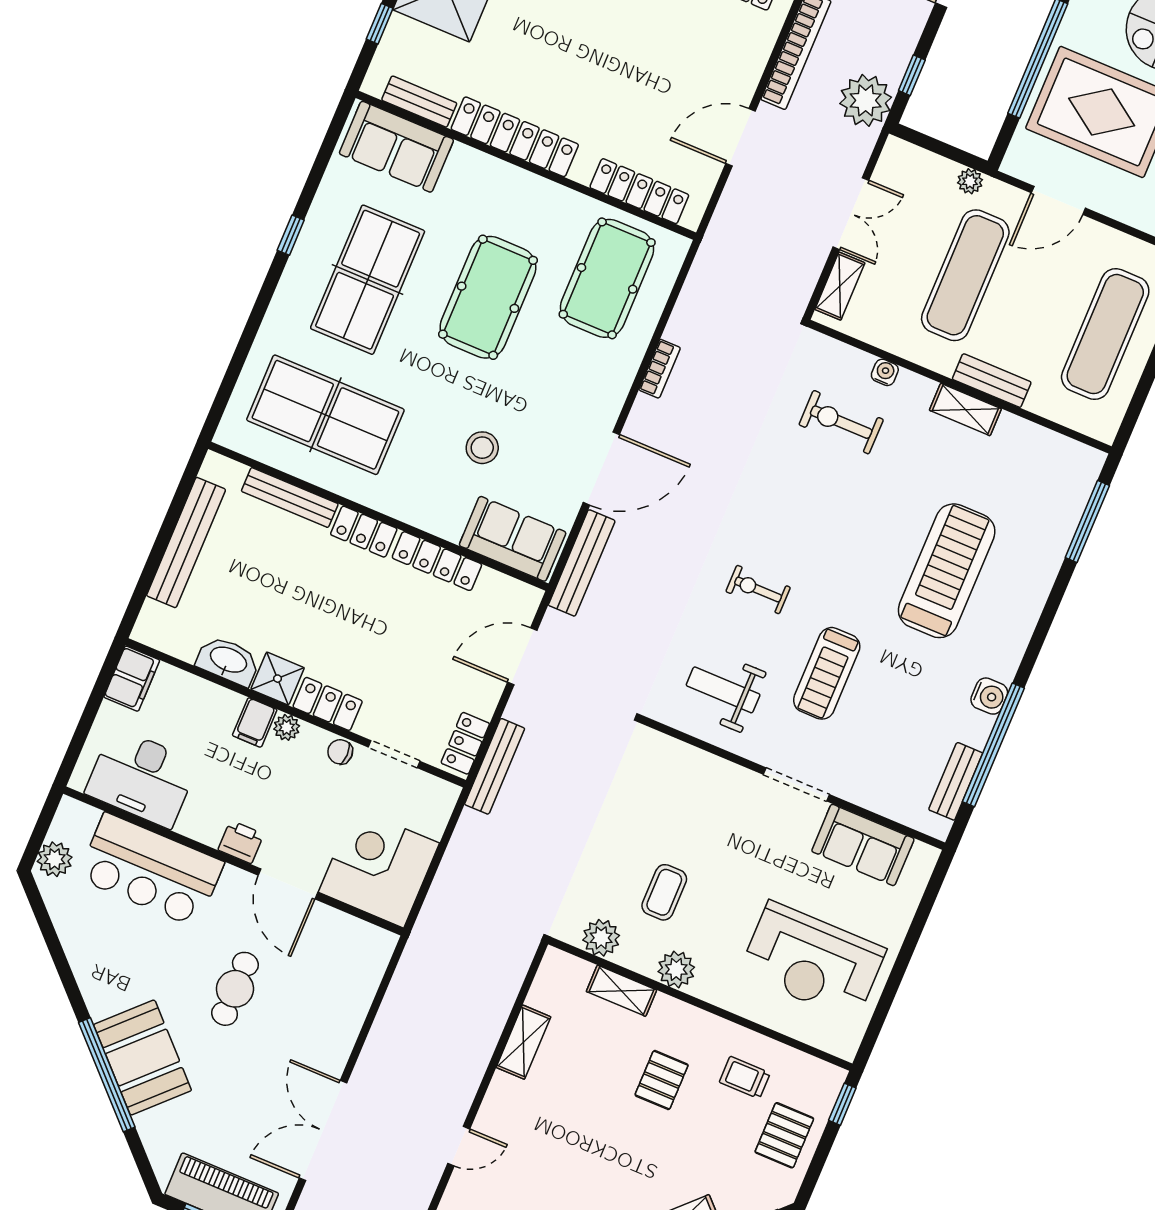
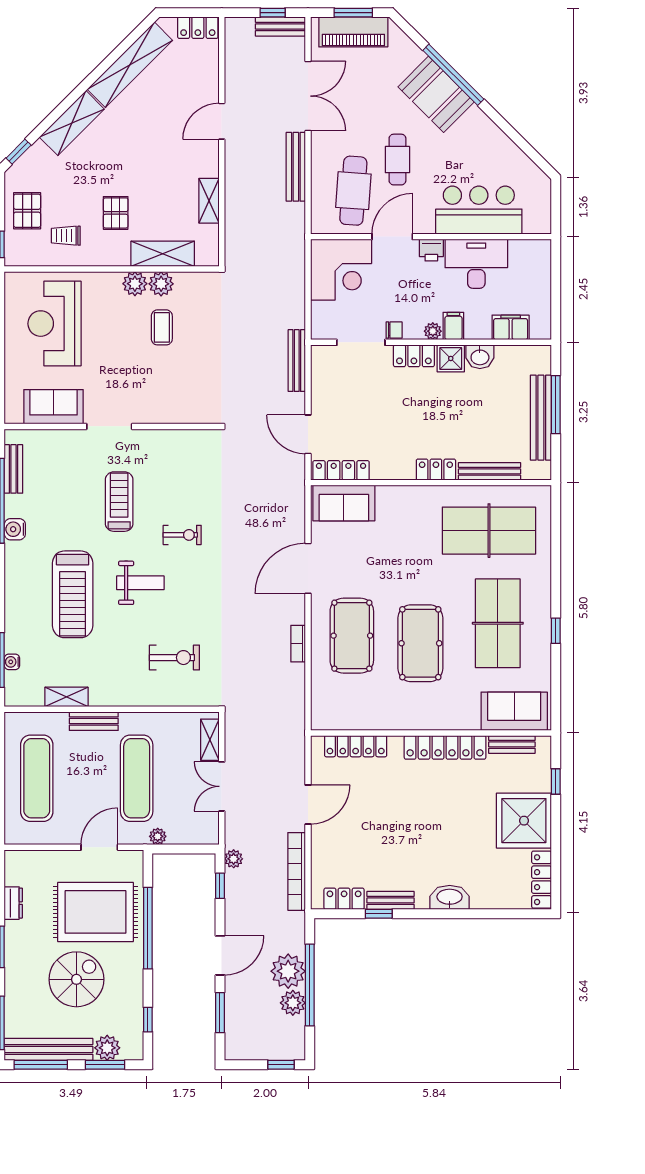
plant: (866, 100) -> (234, 859), width x0.53, depth x0.53
pool table: (607, 278) -> (352, 636), moved
water cooler: (885, 372) -> (12, 662), moved, turned 90
shelving: (965, 409) -> (66, 697), moved
stool: (482, 448) -> (385, 551), removed
window: (158, 552) -> (556, 405), added
locker: (437, 561) -> (341, 470), moved
bench: (582, 563) -> (296, 167), moved
door: (522, 656) -> (308, 434), swing flipped
washbasin: (228, 661) -> (480, 357), width x0.72
filing cabinet: (132, 679) -> (511, 327), moved, turned 90
weight bench: (723, 690) -> (140, 583), moved
locker: (465, 743) -> (320, 367), removed
doorway: (394, 754) -> (361, 342), width x1.38
desk: (142, 778) -> (476, 264), moved
plant: (55, 859) -> (540, 192), removed
door: (288, 884) -> (392, 237), hinge flipped
plant: (601, 938) -> (161, 284), moved
reception desk: (812, 961) -> (54, 324), turned -90
cafe table: (315, 971) -> (353, 191), added
shelving: (621, 991) -> (163, 254), width x1.50, depth x1.33
trolley: (745, 1078) -> (66, 236), turned 180
door: (459, 1146) -> (222, 121), width x1.38

